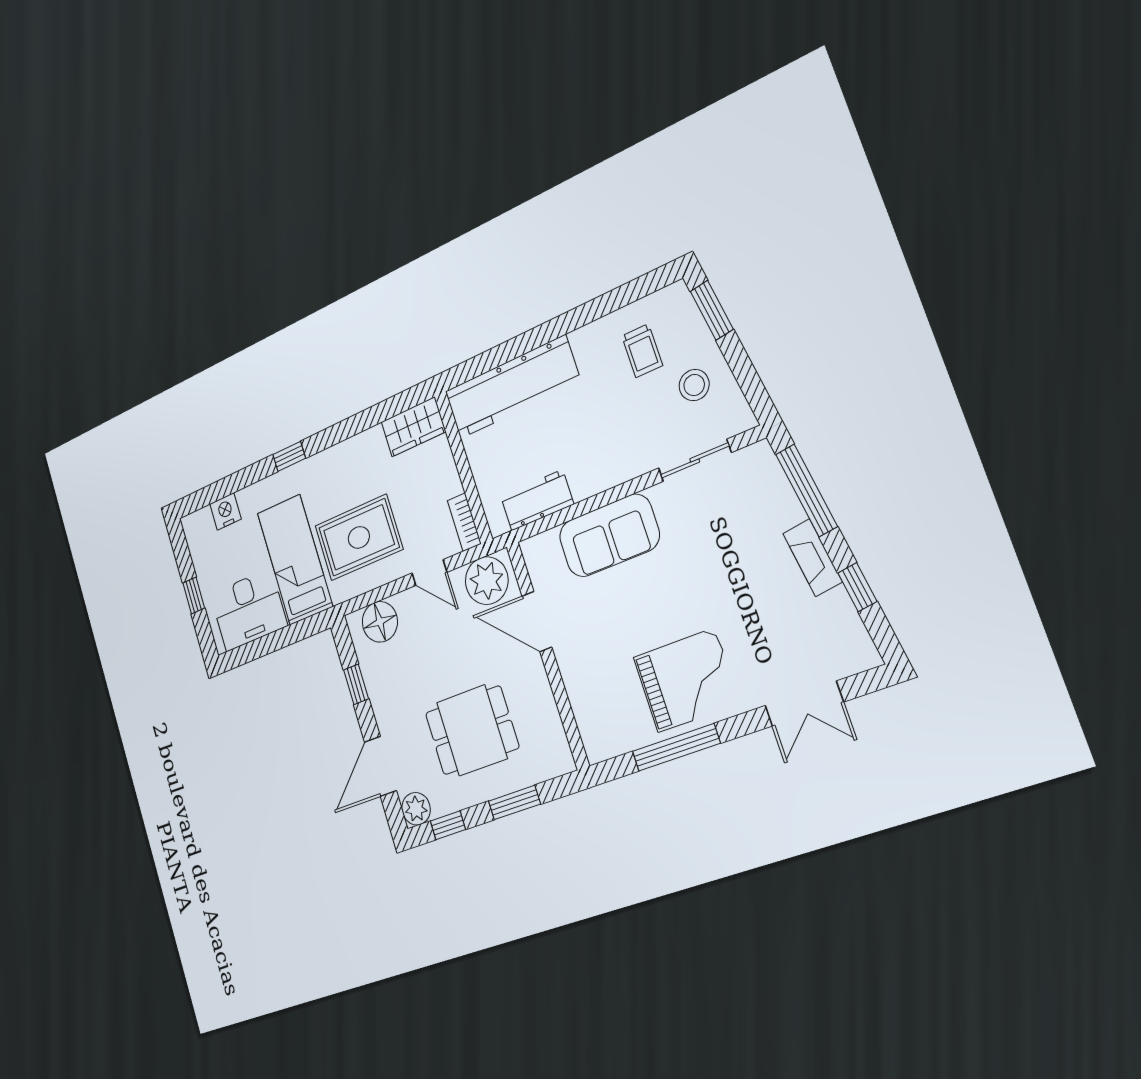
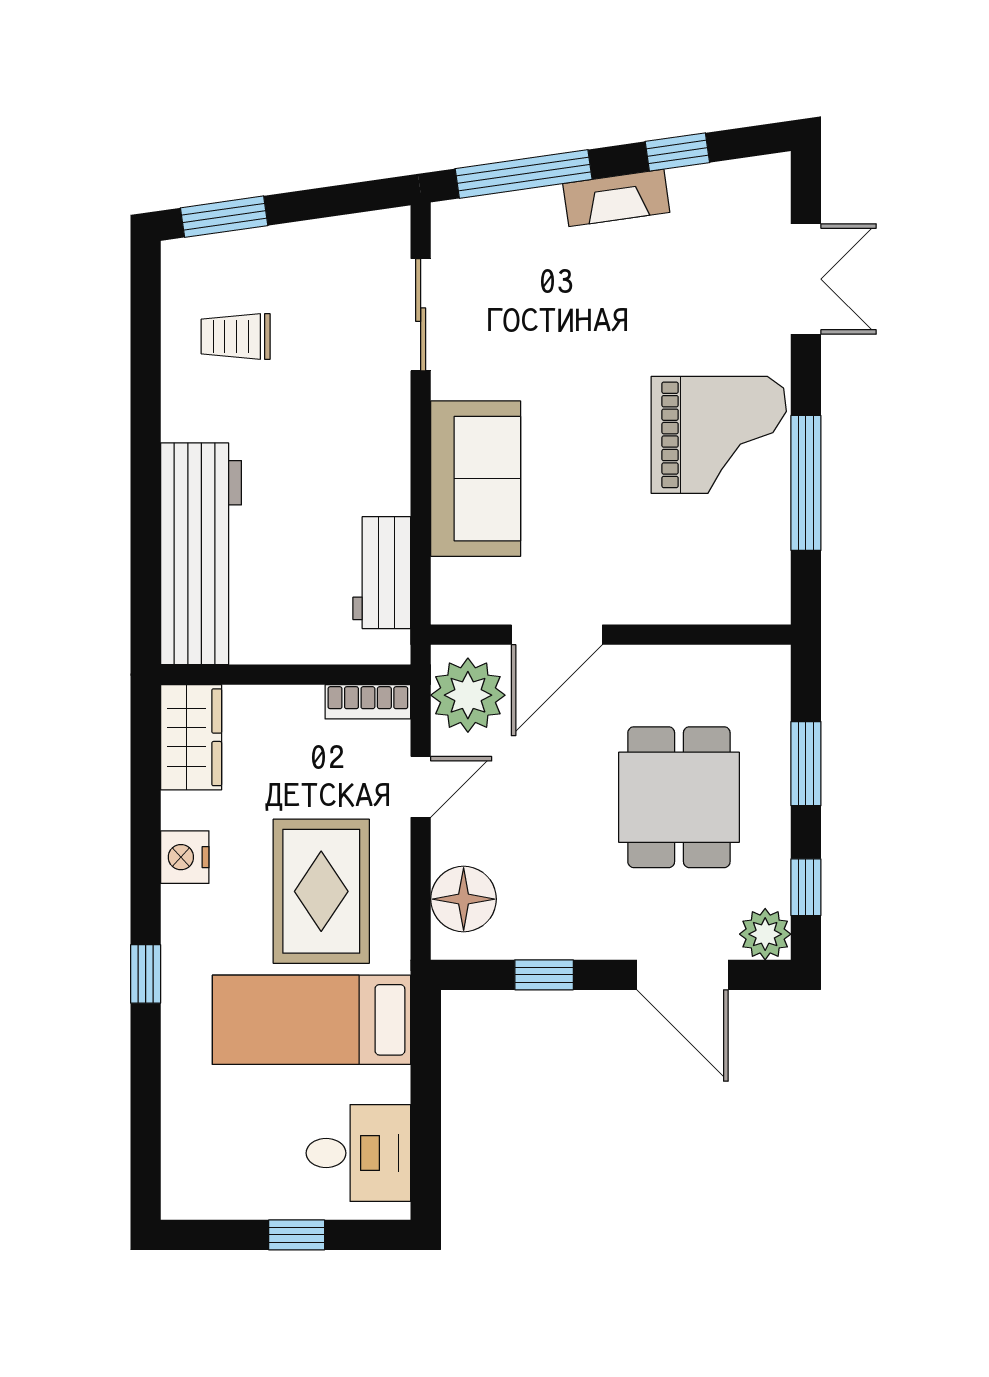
trolley: (642, 351) -> (236, 337), turned 180
stool: (694, 385) -> (316, 278), removed
nightstand: (226, 511) -> (185, 857), moved
desk: (249, 610) -> (358, 1153), width x0.73
grand piano: (686, 680) -> (719, 435), turned 90

